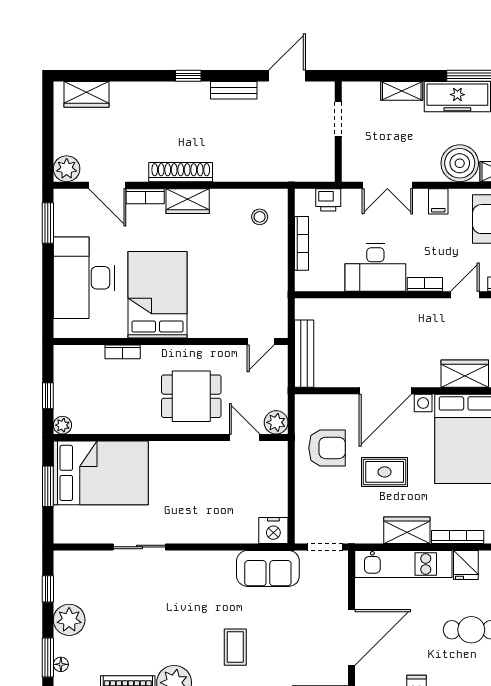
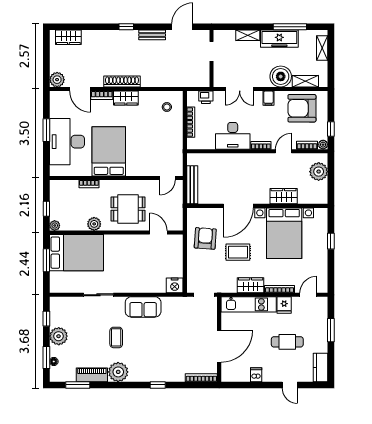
window: (48, 223) -> (46, 130), moved
plant: (276, 422) -> (94, 224), moved
armchair: (327, 448) -> (205, 238), turned -86
sofa: (268, 568) -> (143, 307), moved
coffee table: (235, 647) -> (116, 337), moved

